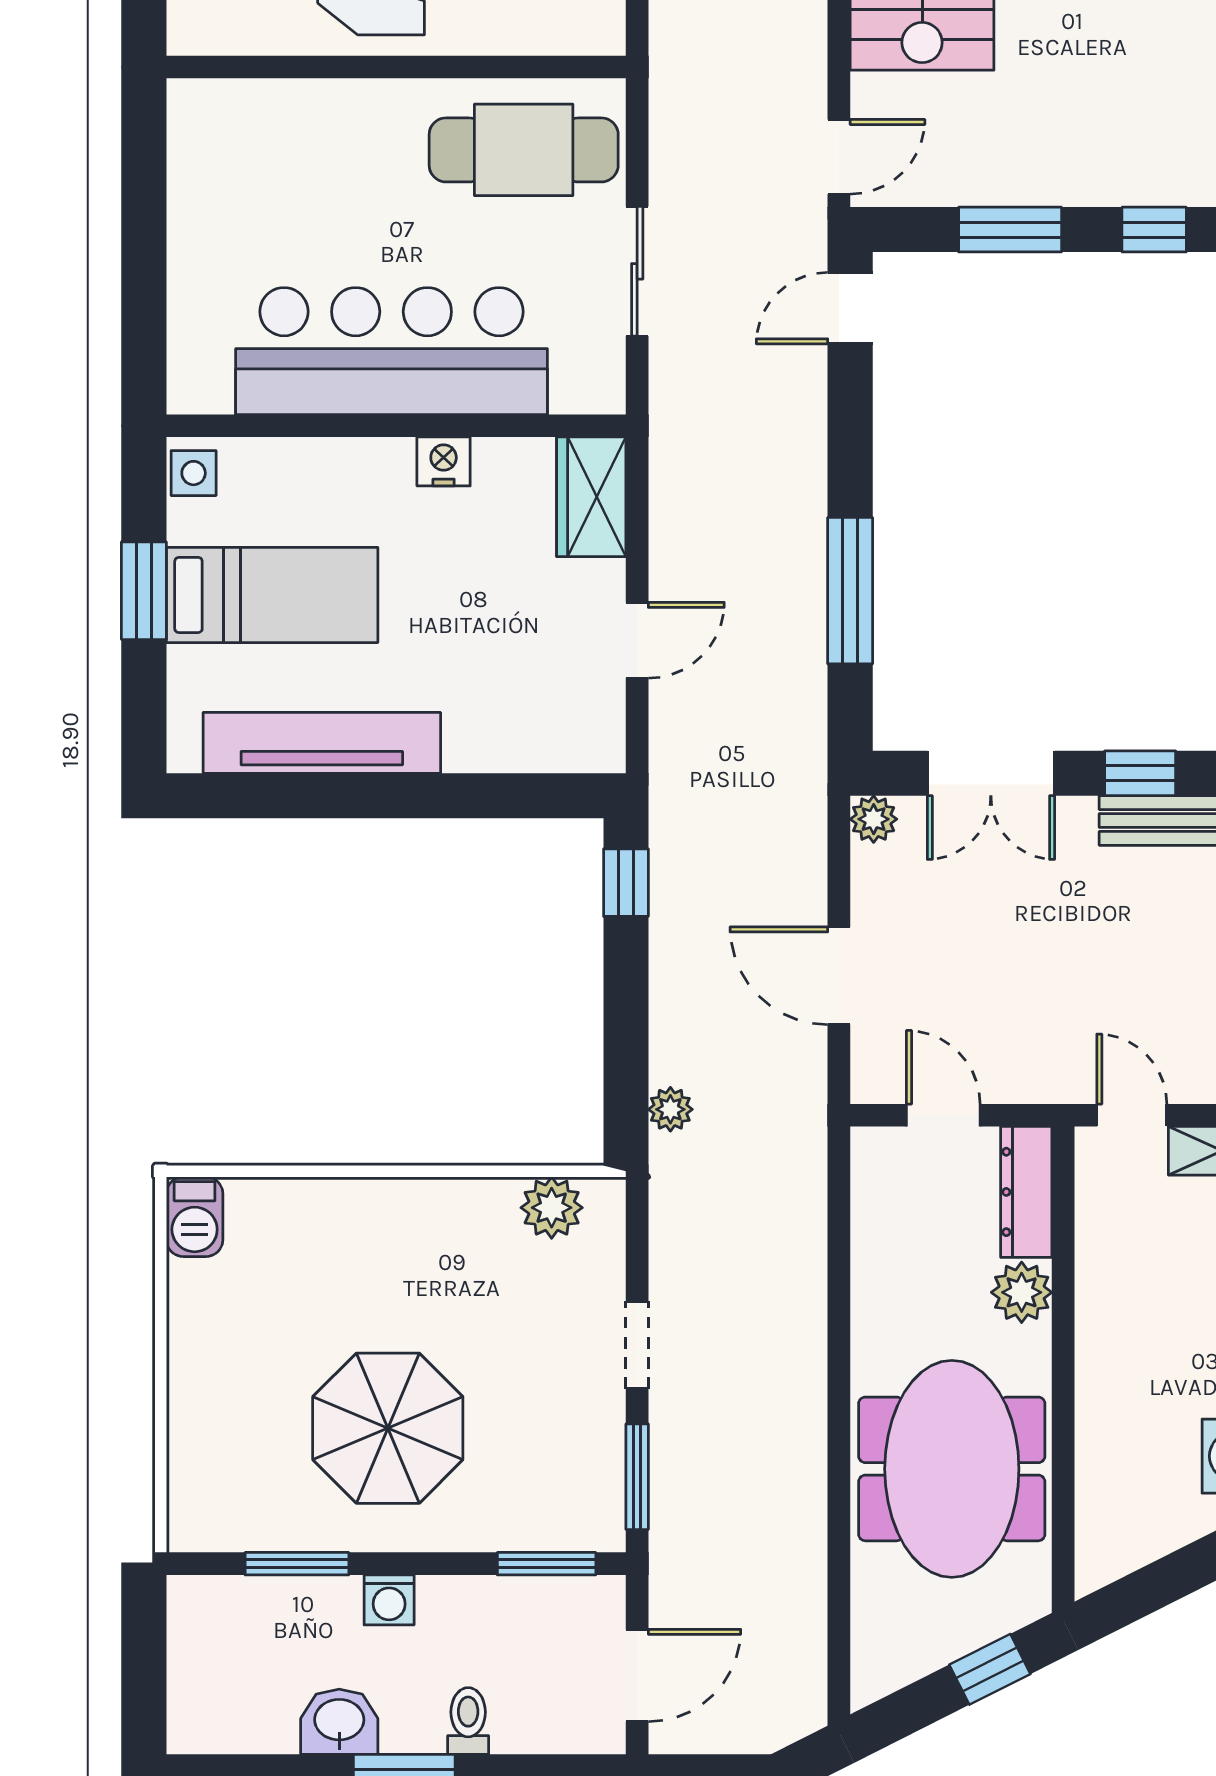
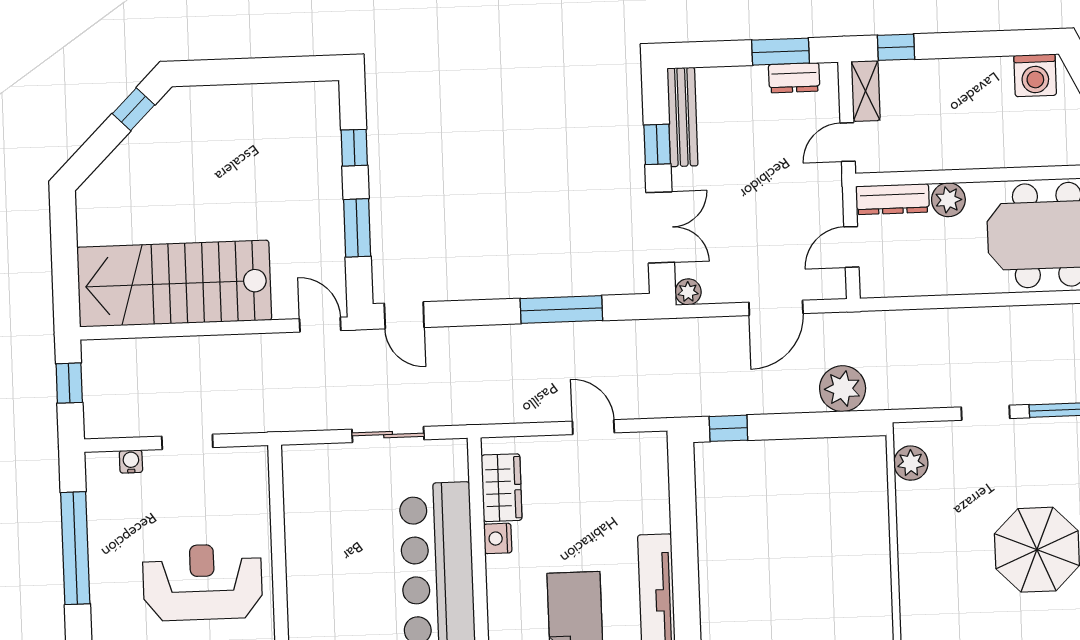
cafe table: (524, 150) -> (323, 500), removed
wardrobe: (591, 497) -> (502, 488), moved, turned -90
plant: (670, 1109) -> (843, 389), width x1.88, depth x1.88

